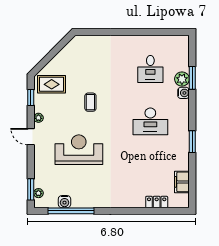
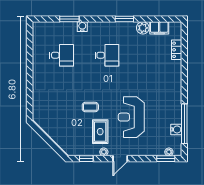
plant: (182, 79) -> (143, 28), moved
rug: (52, 84) -> (100, 132), moved
desk: (150, 121) -> (107, 55), width x0.73

